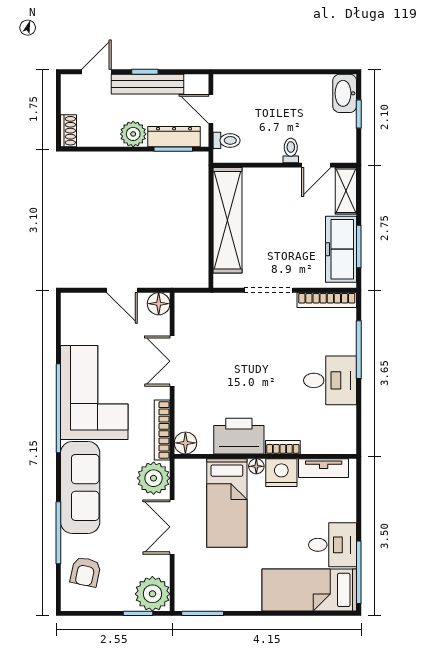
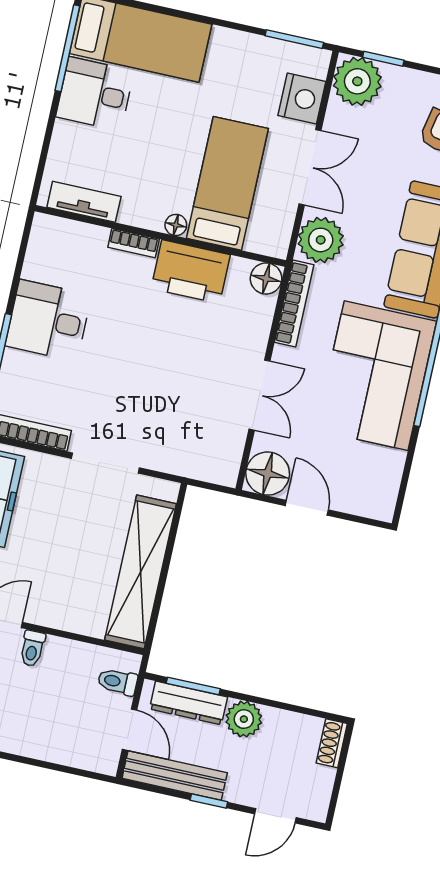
bench: (147, 84) -> (175, 776), moved
floor lamp: (159, 304) -> (268, 474), width x1.38, depth x1.38
nightstand: (281, 473) -> (302, 98), moved, turned -90

